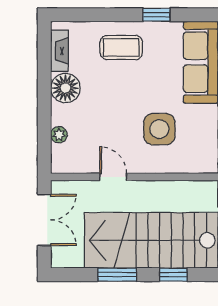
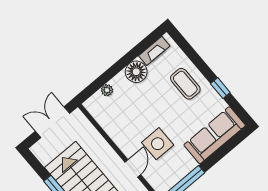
door: (113, 177) -> (133, 168), moved
double door: (44, 220) -> (52, 122), swing flipped

